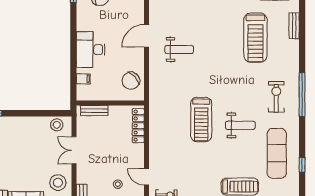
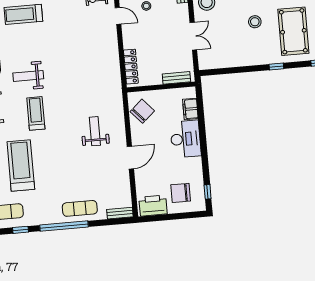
weight bench: (179, 49) -> (95, 131), moved, turned 90
filing cabinet: (83, 79) -> (190, 109), width x2.00
treadmill: (201, 119) -> (36, 113), moved, width x0.73, depth x0.73
stool: (57, 125) -> (255, 22), moved

